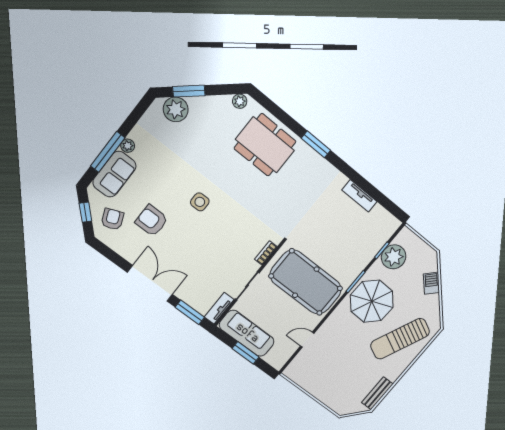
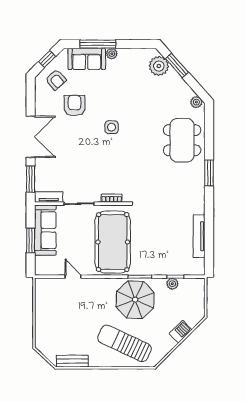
tv unit: (359, 196) -> (199, 236), width x1.41
armchair: (112, 219) -> (56, 80), turned 71
plant: (394, 257) -> (172, 284), width x0.53, depth x0.53

